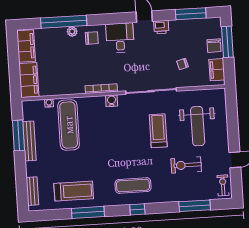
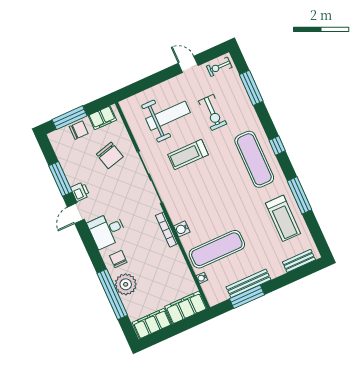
window: (191, 14) -> (60, 179), moved
plant: (72, 31) -> (126, 284), width x1.87, depth x1.87
chair: (182, 64) -> (110, 155), width x1.87, depth x1.87
water cooler: (112, 101) -> (182, 229), moved
exercise mat: (133, 186) -> (254, 159), width x1.36, depth x1.45
treadmill: (74, 191) -> (283, 218), turned 180

